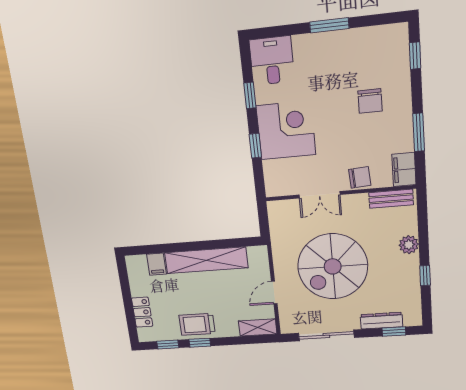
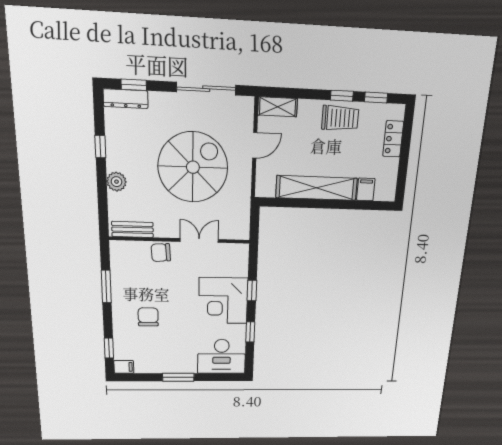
desk: (272, 61) -> (222, 356), width x1.37
filing cabinet: (404, 170) -> (124, 367), moved, width x0.50
dresser: (381, 321) -> (126, 99), moved

